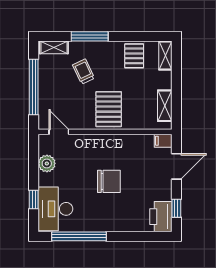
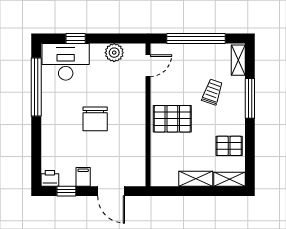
trolley: (84, 72) -> (212, 92), turned -46
shelving: (165, 106) -> (196, 179), moved
filing cabinet: (163, 141) -> (83, 177), moved
printer: (161, 217) -> (50, 178), width x0.53, depth x0.68

